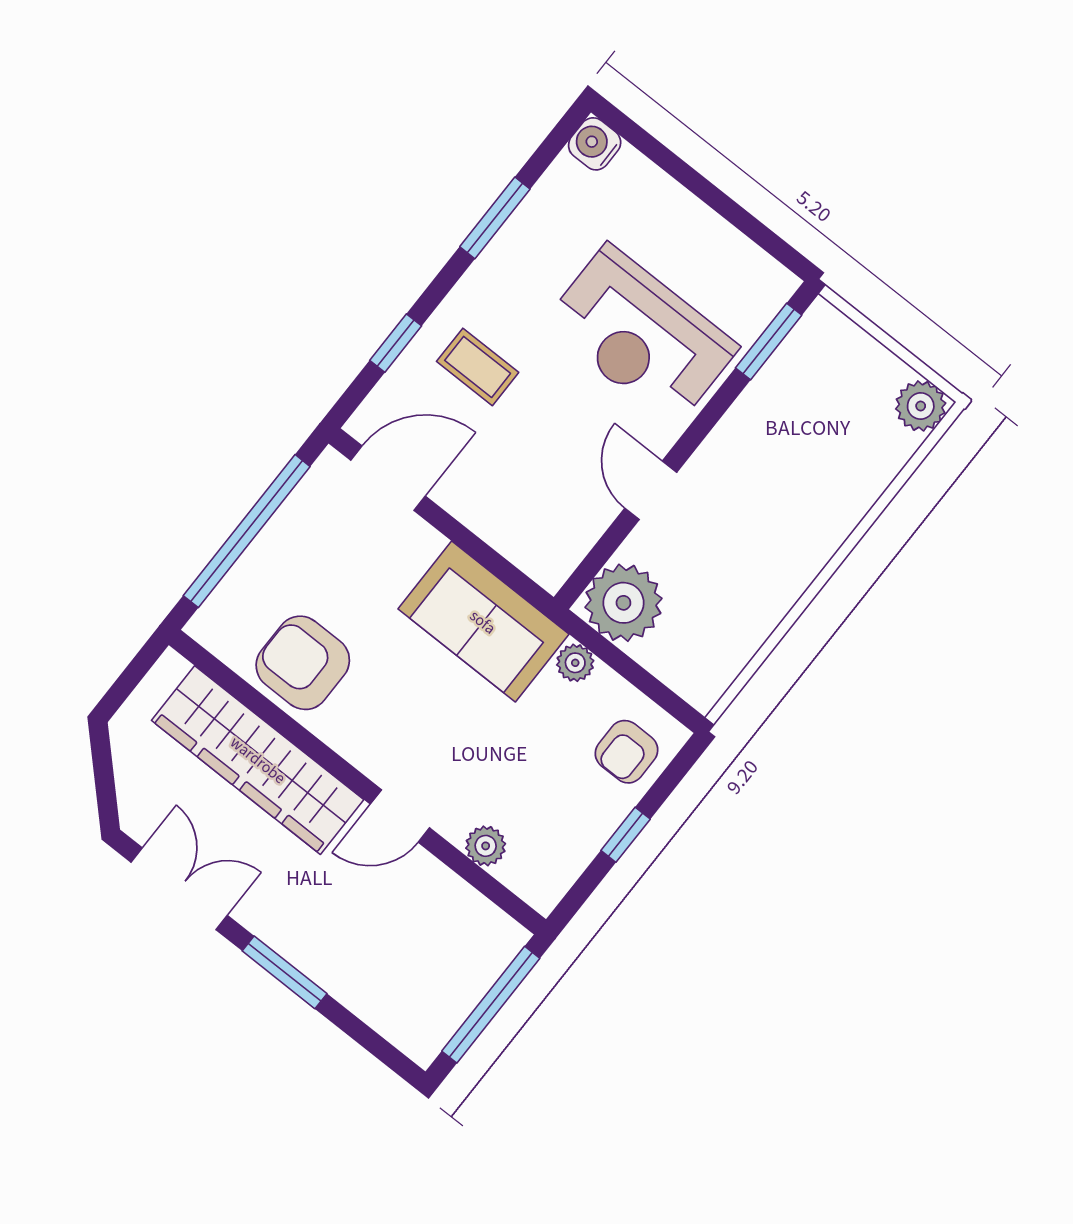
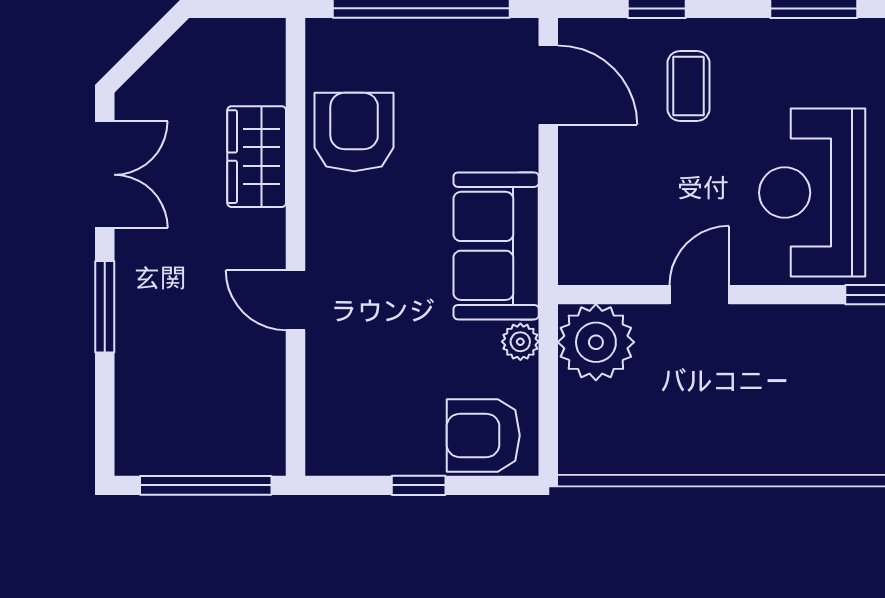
armchair: (627, 752) -> (483, 435), width x1.38, depth x1.38
wardrobe: (258, 760) -> (257, 157), width x0.48, depth x0.85
plant: (486, 846) -> (325, 384), removed

